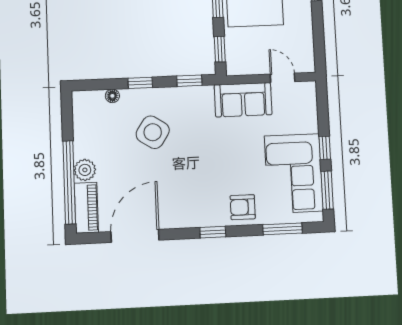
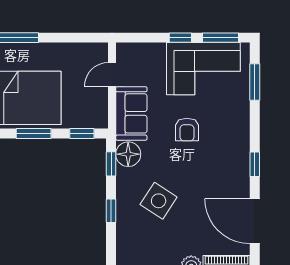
floor lamp: (112, 96) -> (128, 154), moved, width x1.89, depth x1.89
armchair: (243, 207) -> (187, 130), moved
window: (213, 232) -> (255, 164), moved

